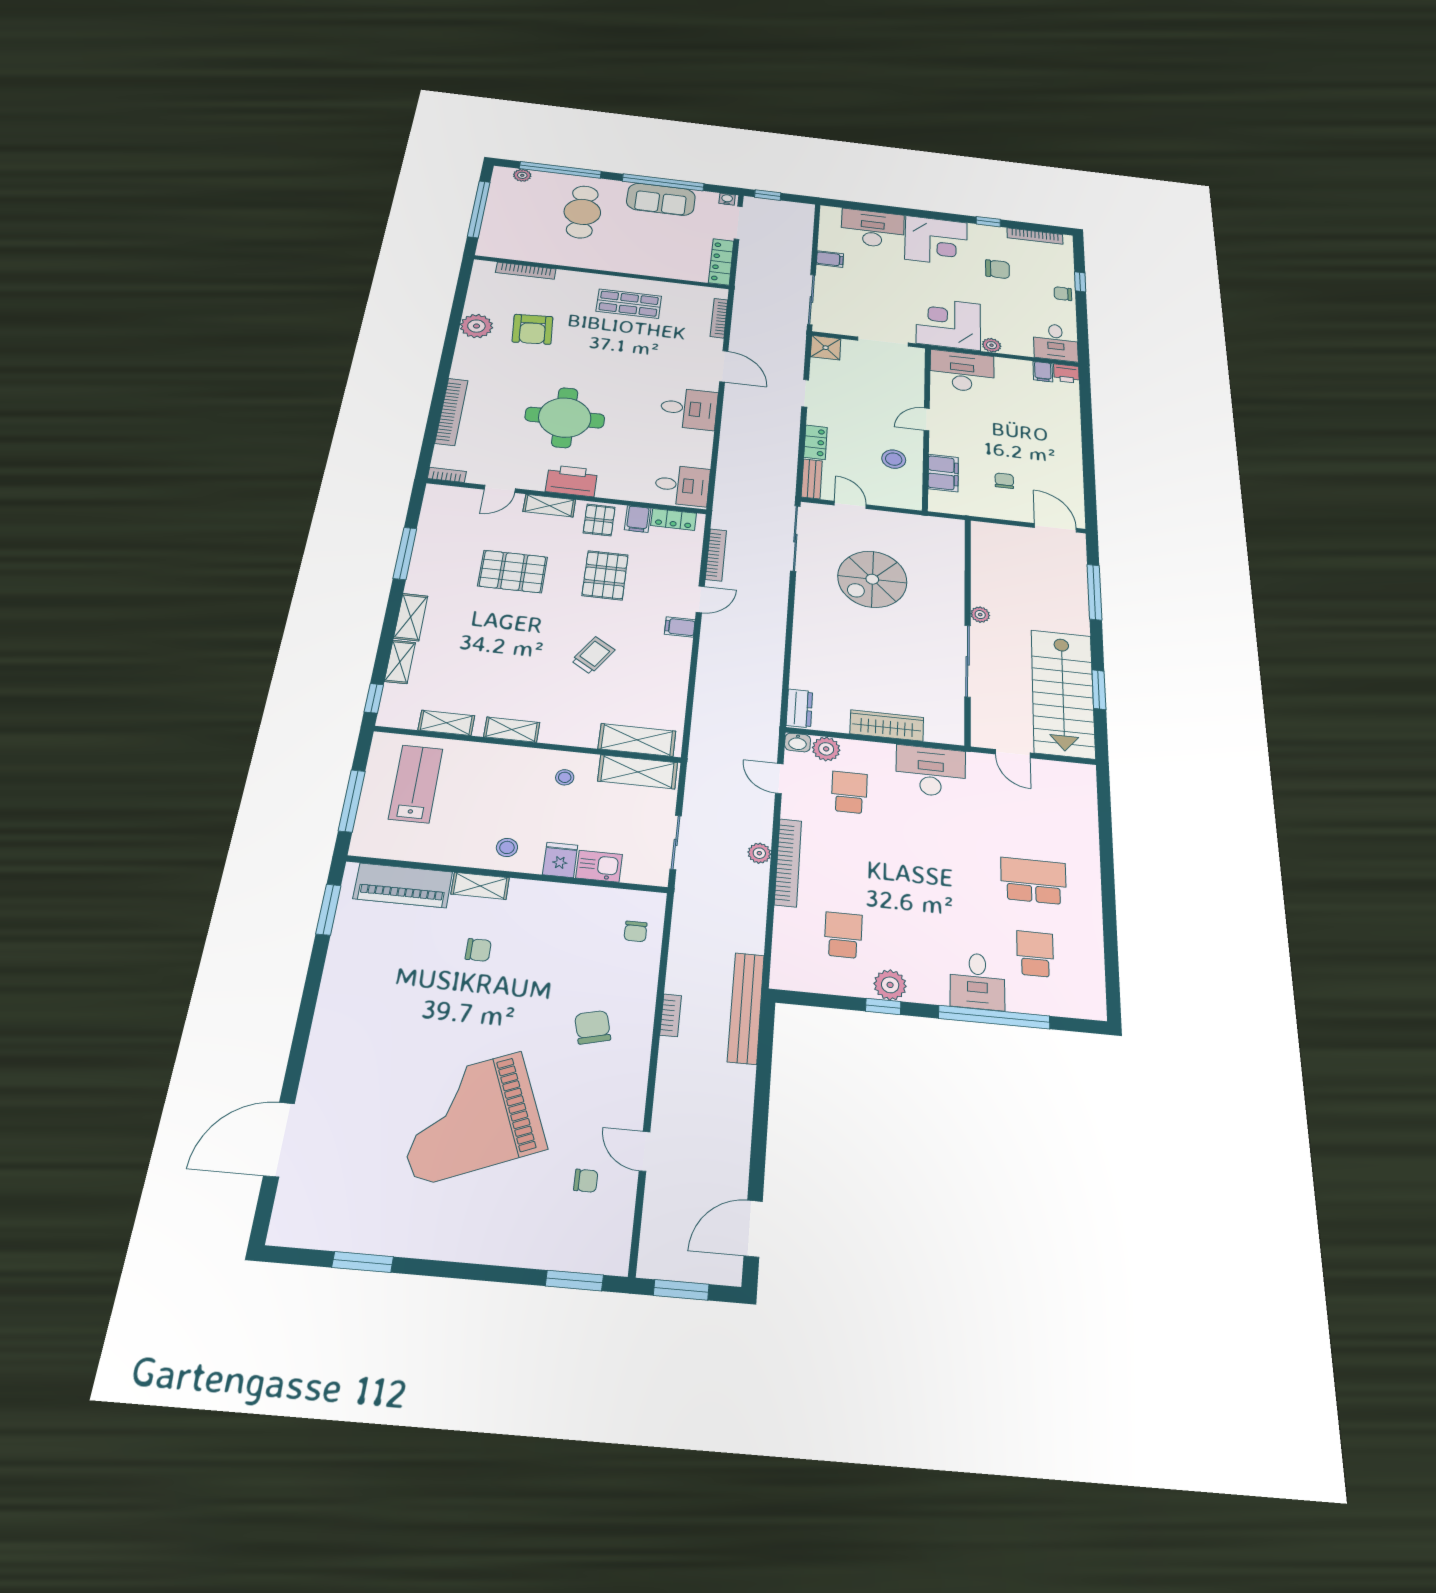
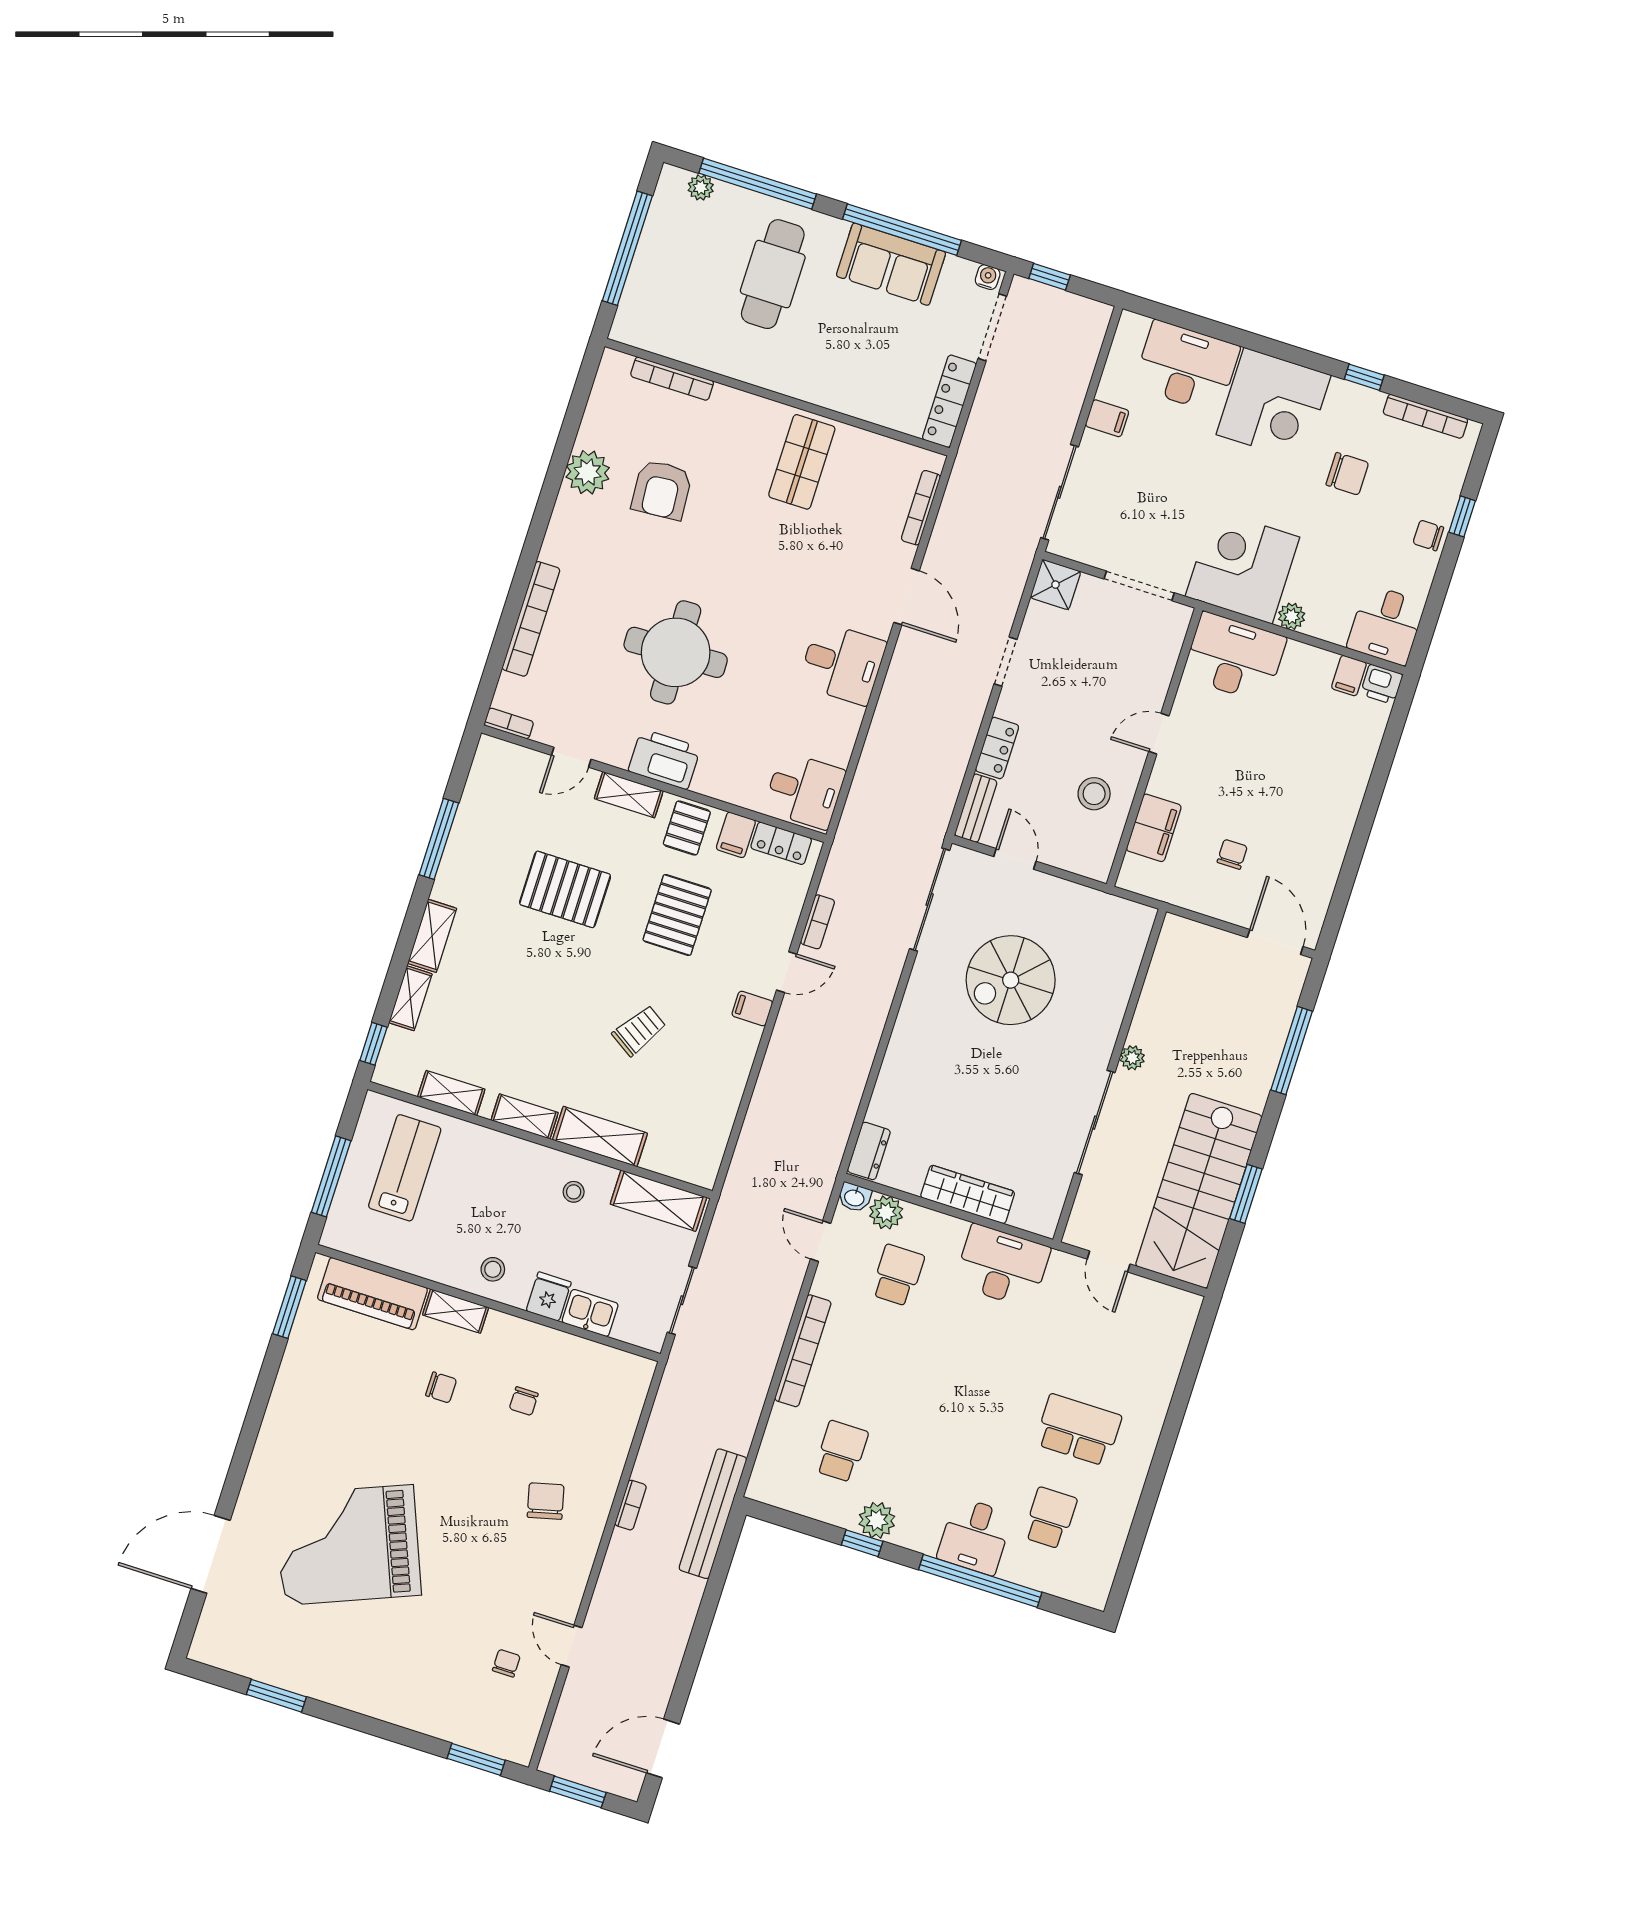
shop shelf: (629, 304) -> (802, 462), turned 90
bookcase: (716, 555) -> (818, 922), width x0.64
shelving: (637, 740) -> (600, 1137), moved
plant: (759, 853) -> (773, 1333), removed
chair: (636, 931) -> (524, 1401), moved
grand piano: (469, 1118) -> (348, 1545), moved
chair: (586, 1181) -> (506, 1663), turned -90

